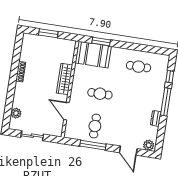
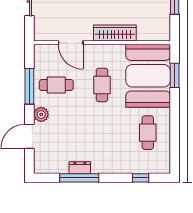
booth: (93, 55) -> (148, 76), width x1.36, depth x1.42
window: (166, 102) -> (79, 178), moved
door: (67, 111) -> (71, 43), swing flipped
plant: (149, 145) -> (41, 114), moved

